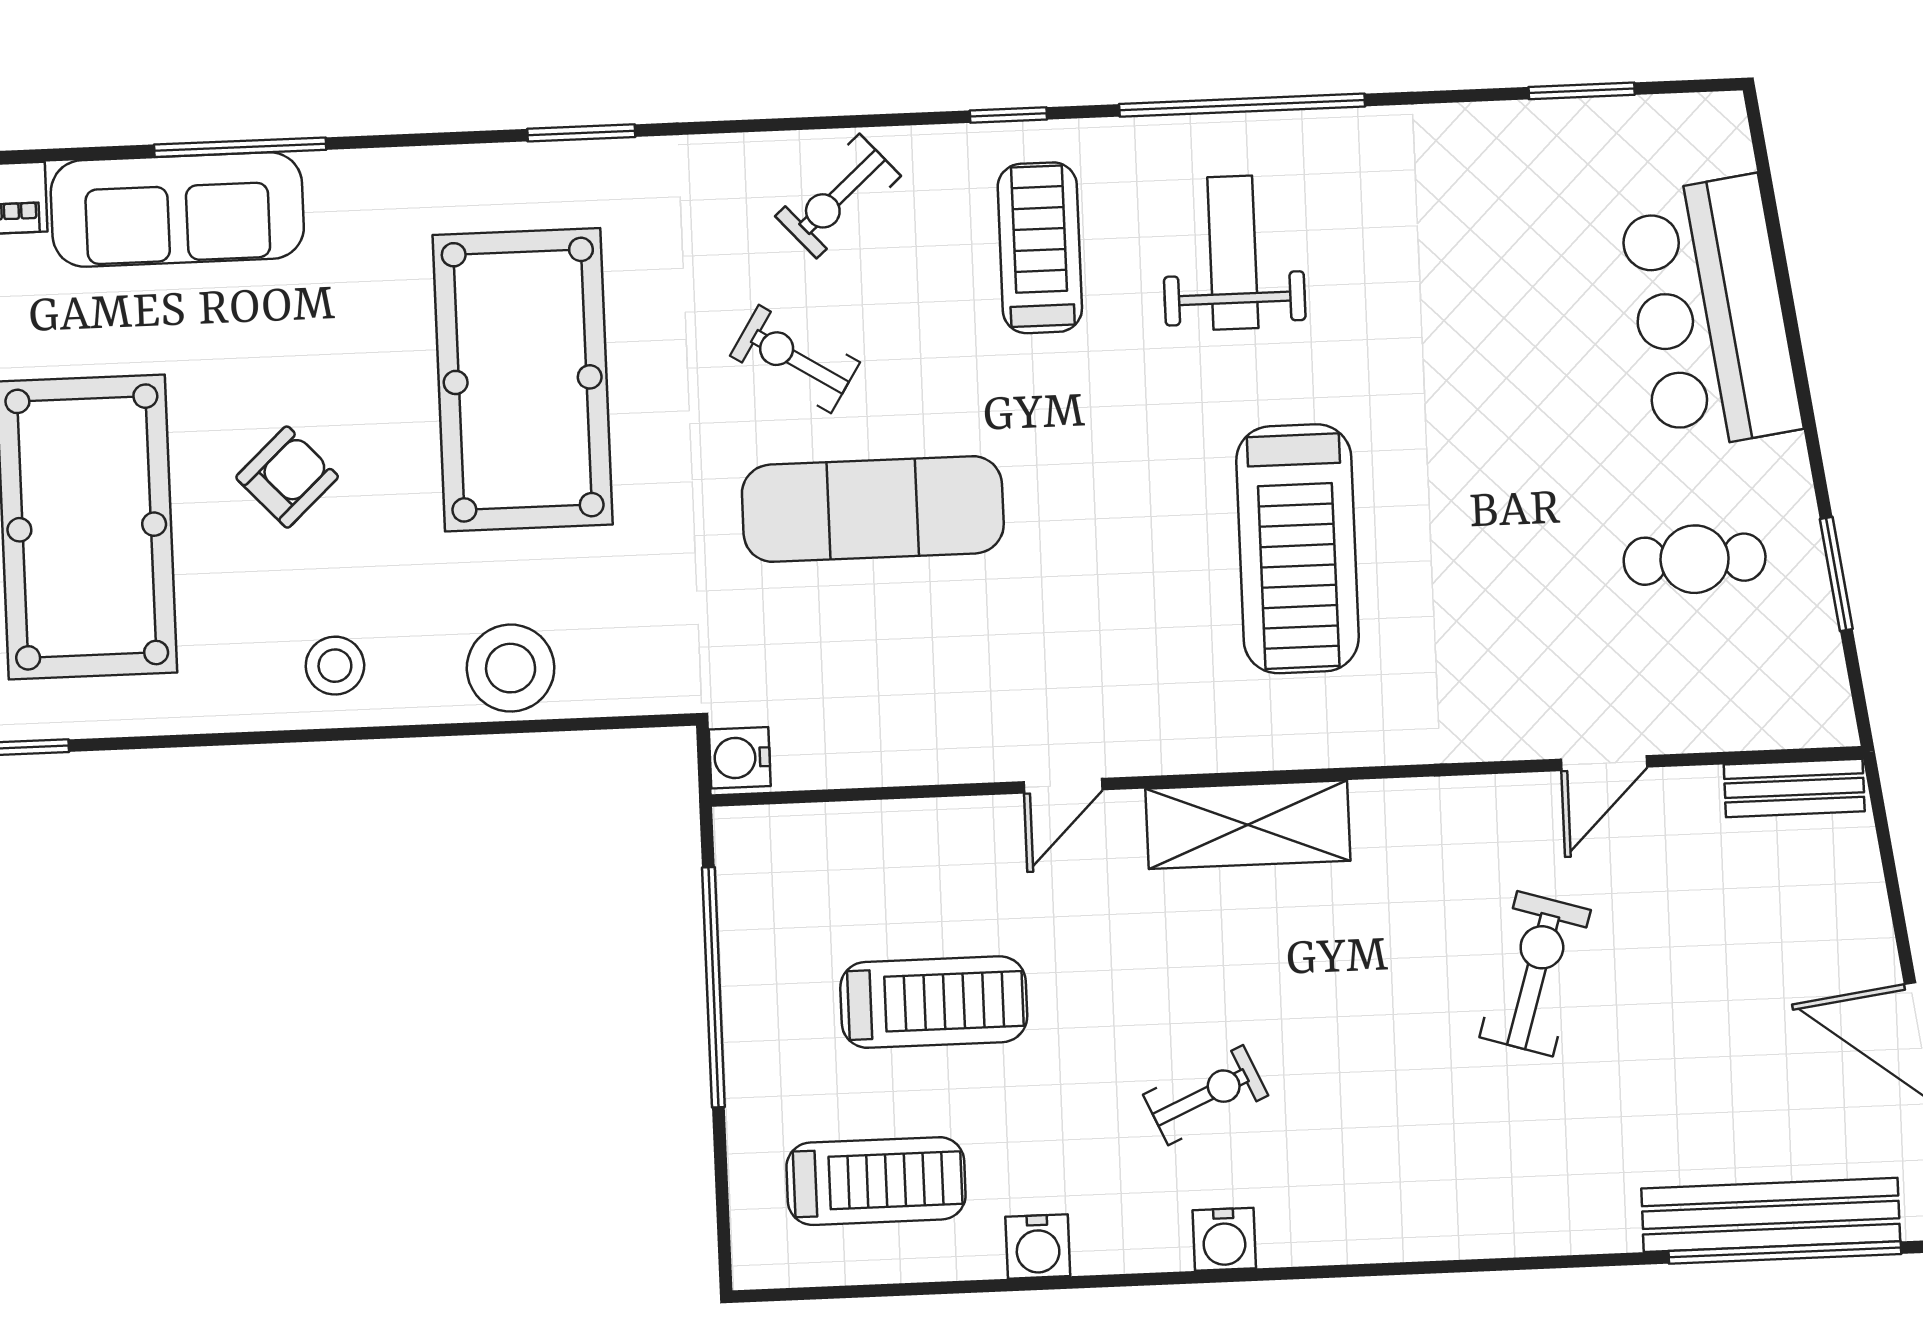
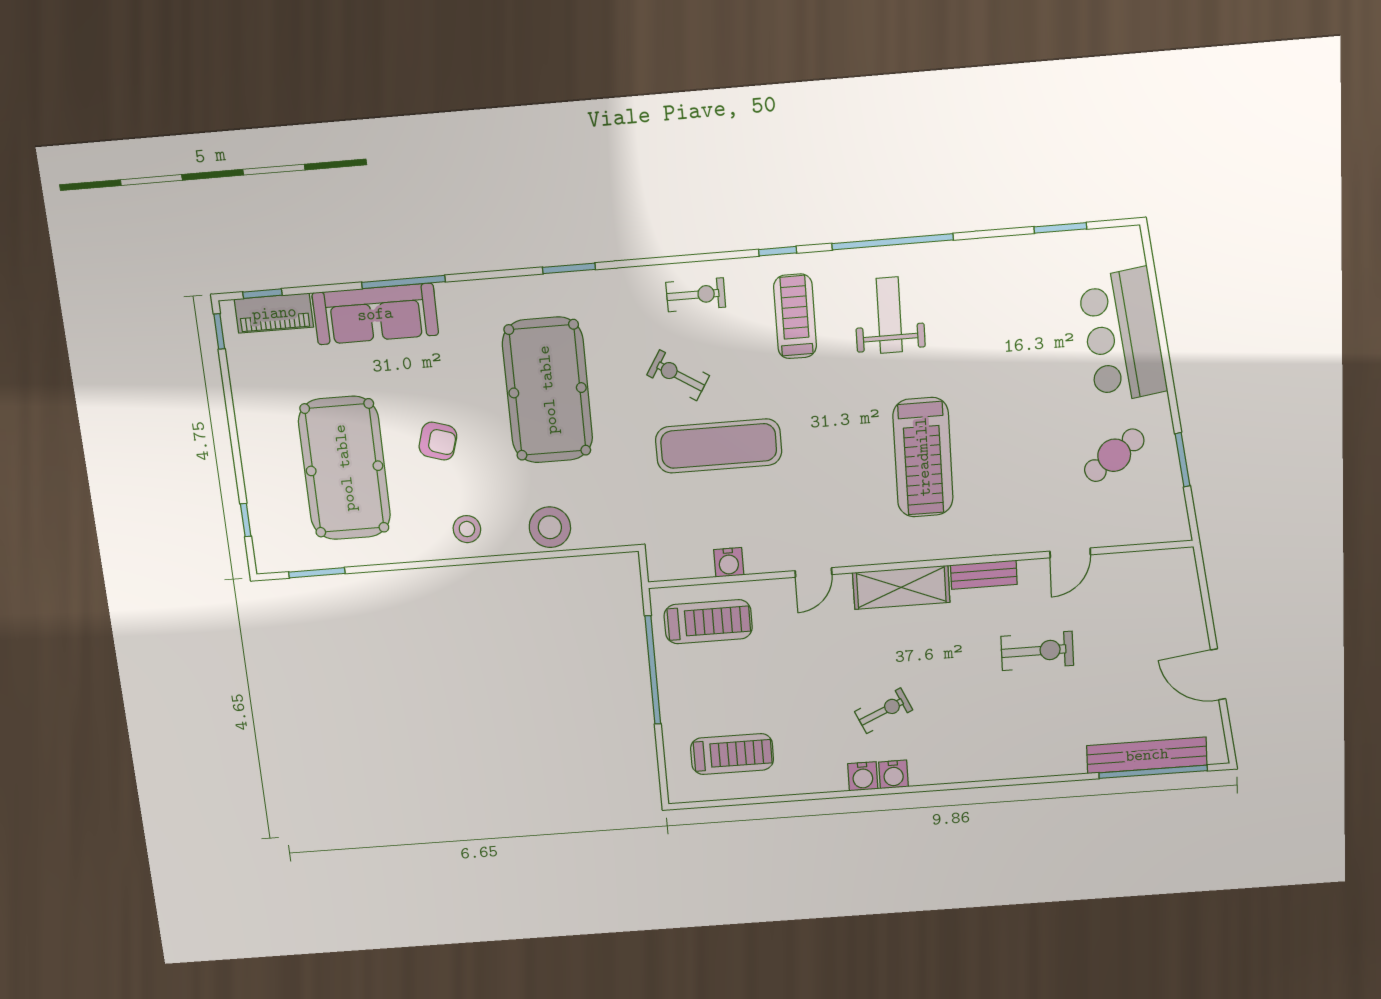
exercise bike: (838, 196) -> (696, 295), turned -138
armchair: (287, 477) -> (438, 441), turned 60
cafe table: (1695, 559) -> (1114, 455), turned -36
water cooler: (740, 758) -> (729, 562), moved, turned -90
bench: (1794, 788) -> (984, 575), moved
exercise bike: (1535, 974) -> (1037, 651), turned 73
treadmill: (934, 1002) -> (708, 622), moved
water cooler: (1038, 1246) -> (863, 776), moved

